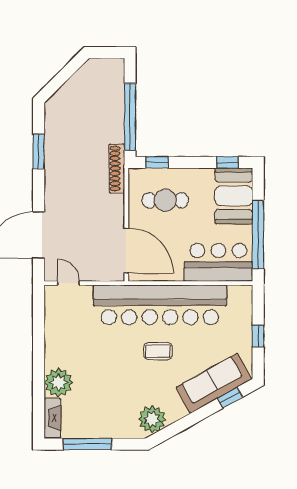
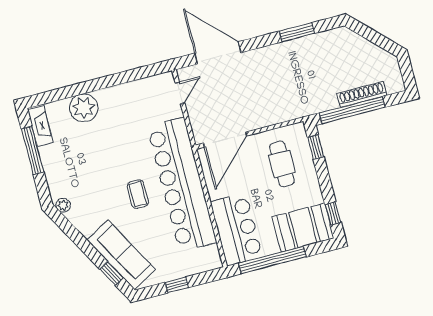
shoe rack: (117, 168) -> (362, 94), moved
fireplace: (52, 418) -> (40, 126), moved, turned -90
plant: (152, 419) -> (63, 205), width x0.53, depth x0.53

